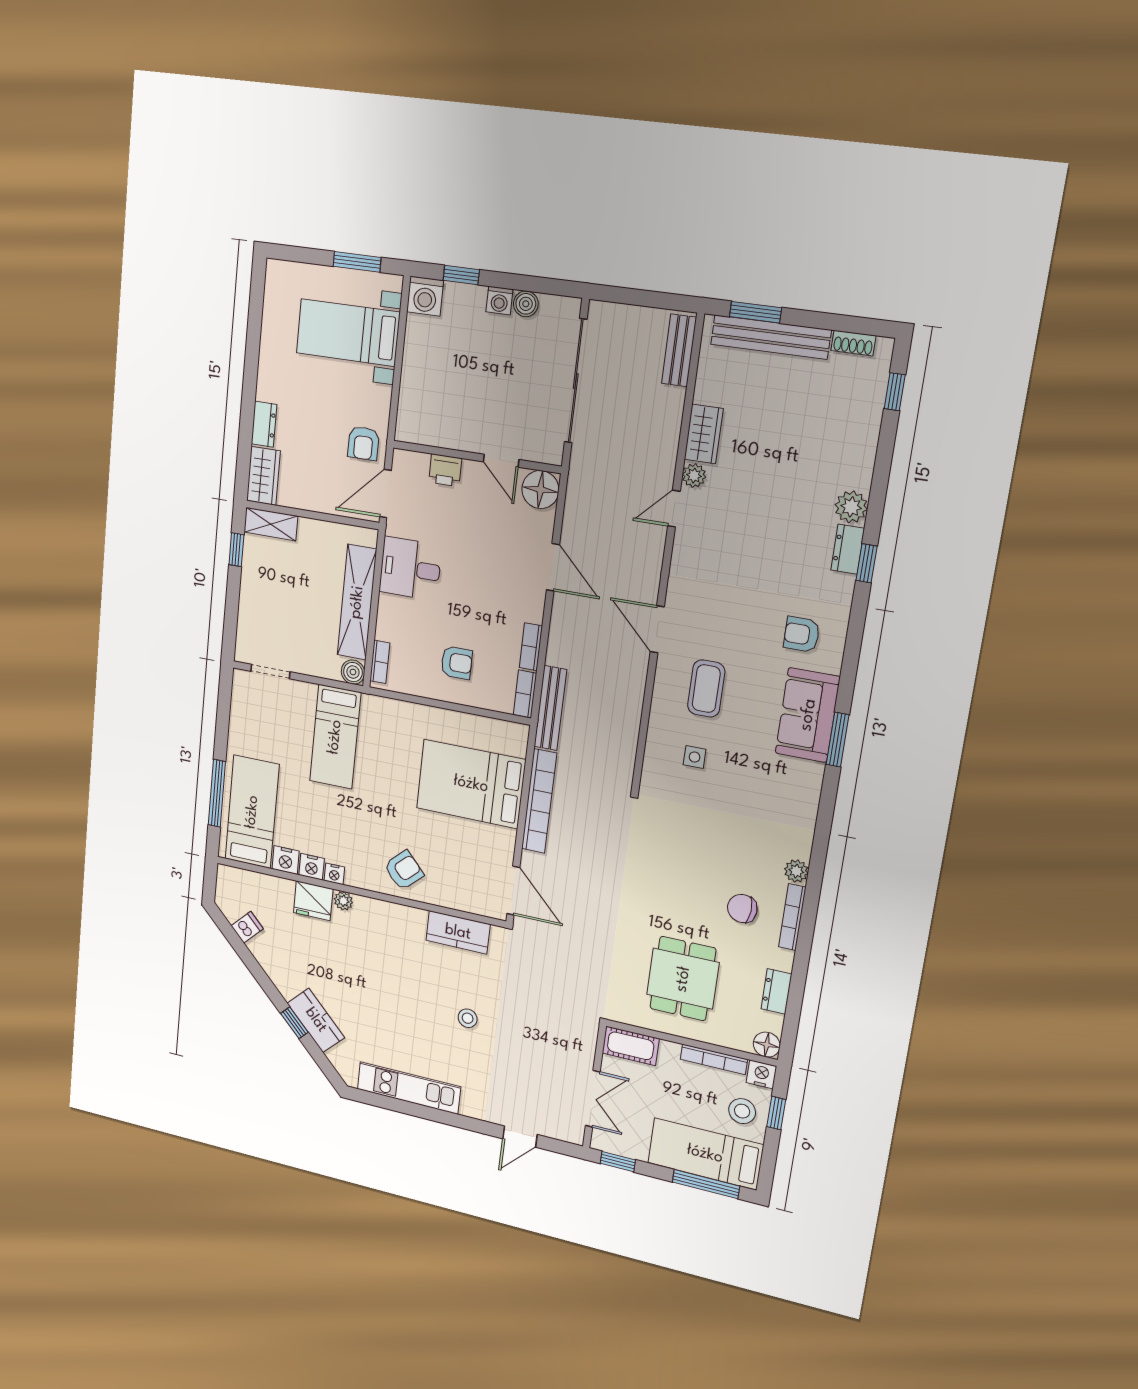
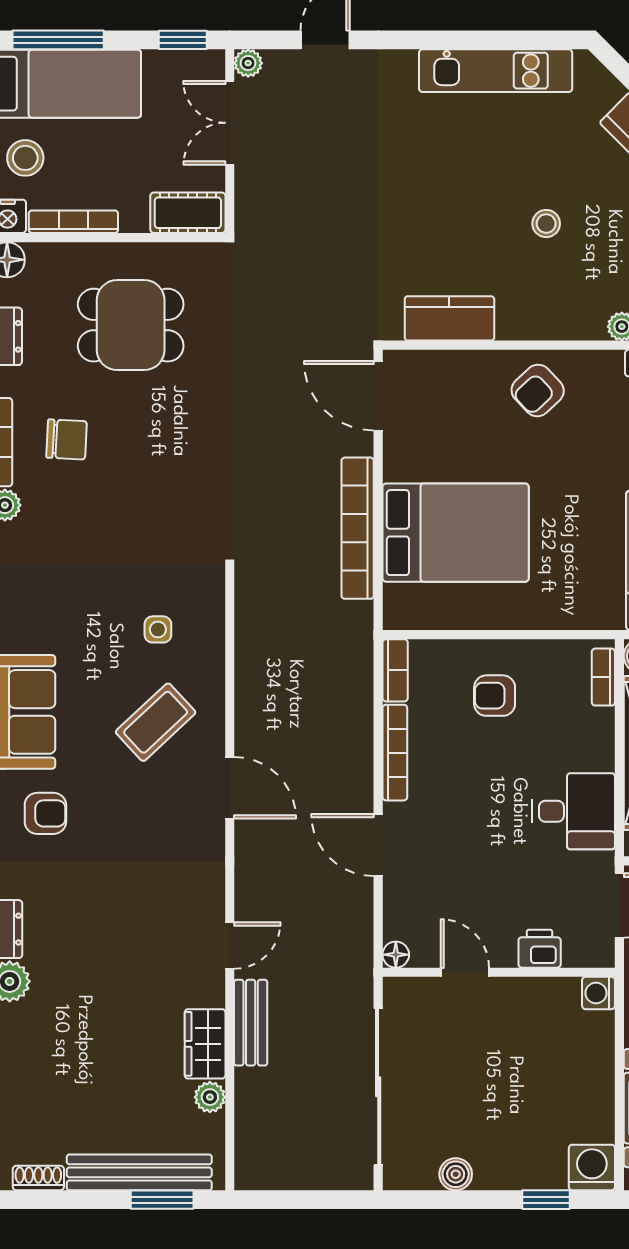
washing machine: (499, 301) -> (599, 993), moved, turned -90
bench: (679, 350) -> (251, 1023), moved
plant: (694, 476) -> (210, 1097), moved
floor lamp: (540, 490) -> (396, 955), width x0.53, depth x0.53
bookcase: (531, 647) -> (395, 753), width x1.56
coffee table: (706, 689) -> (156, 722), turned 47
bench: (550, 708) -> (358, 658), removed
dining table: (683, 979) -> (131, 325), turned 90
stool: (468, 1018) -> (546, 224), moved
plant: (575, 1135) -> (248, 63), added

